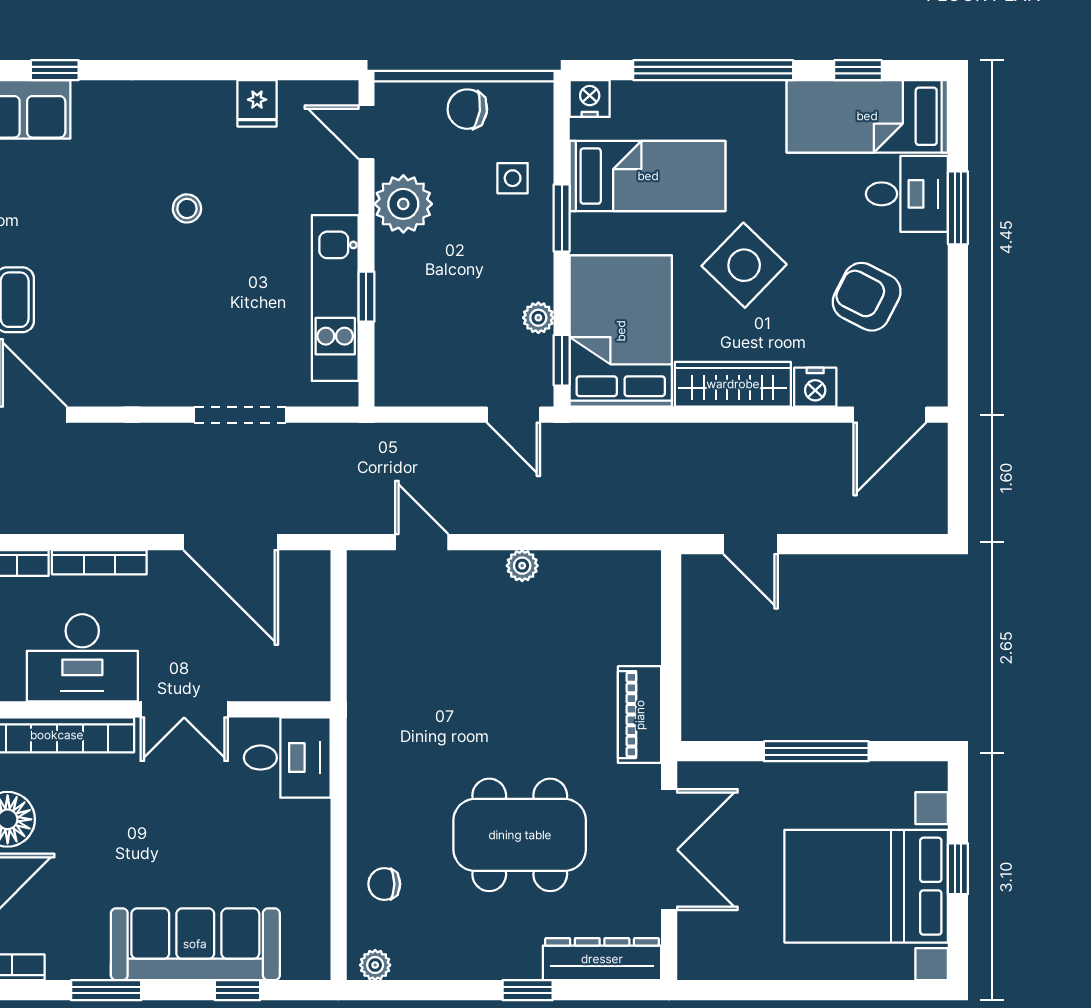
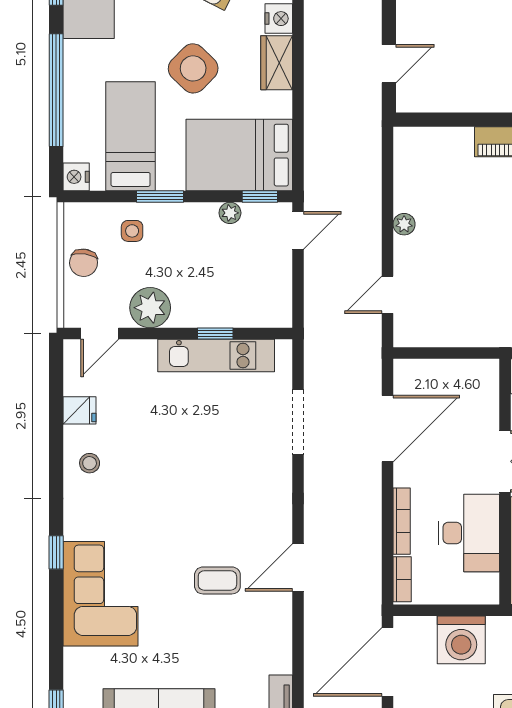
stool: (187, 208) -> (90, 463), moved
wardrobe: (733, 384) -> (277, 63), width x0.67

